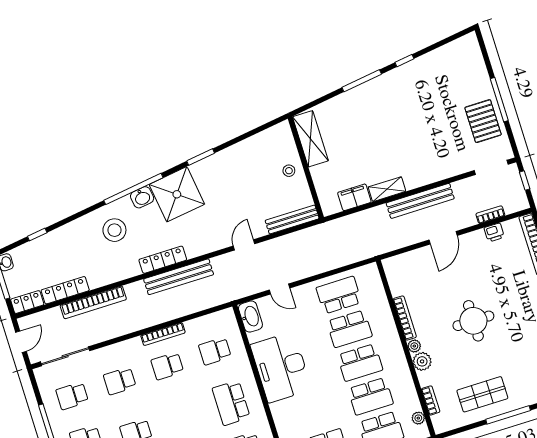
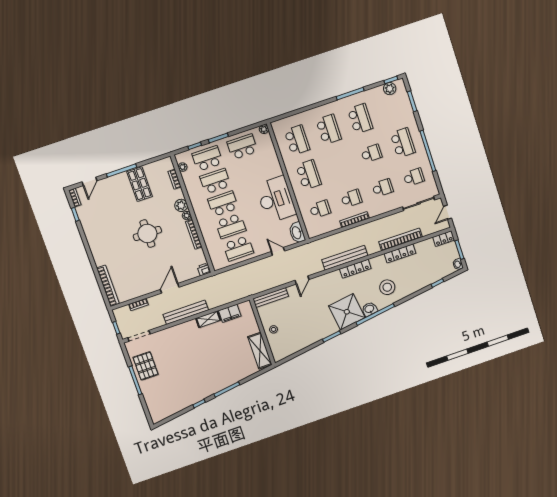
printer: (494, 232) -> (204, 269), moved
locker: (65, 290) -> (400, 253), moved
school desk: (349, 329) -> (231, 226), turned 180
shop shelf: (482, 394) -> (140, 184), turned 90

